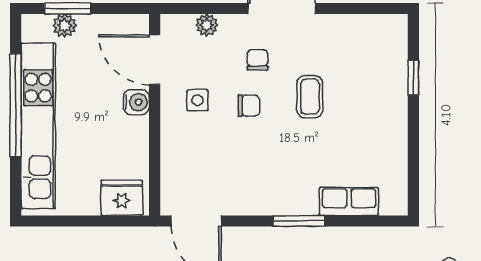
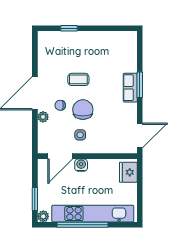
plant: (65, 25) -> (43, 216), moved
plant: (207, 25) -> (43, 117), moved
chair: (249, 106) -> (83, 110), width x1.87, depth x1.87
row of seats: (349, 202) -> (130, 88), moved

